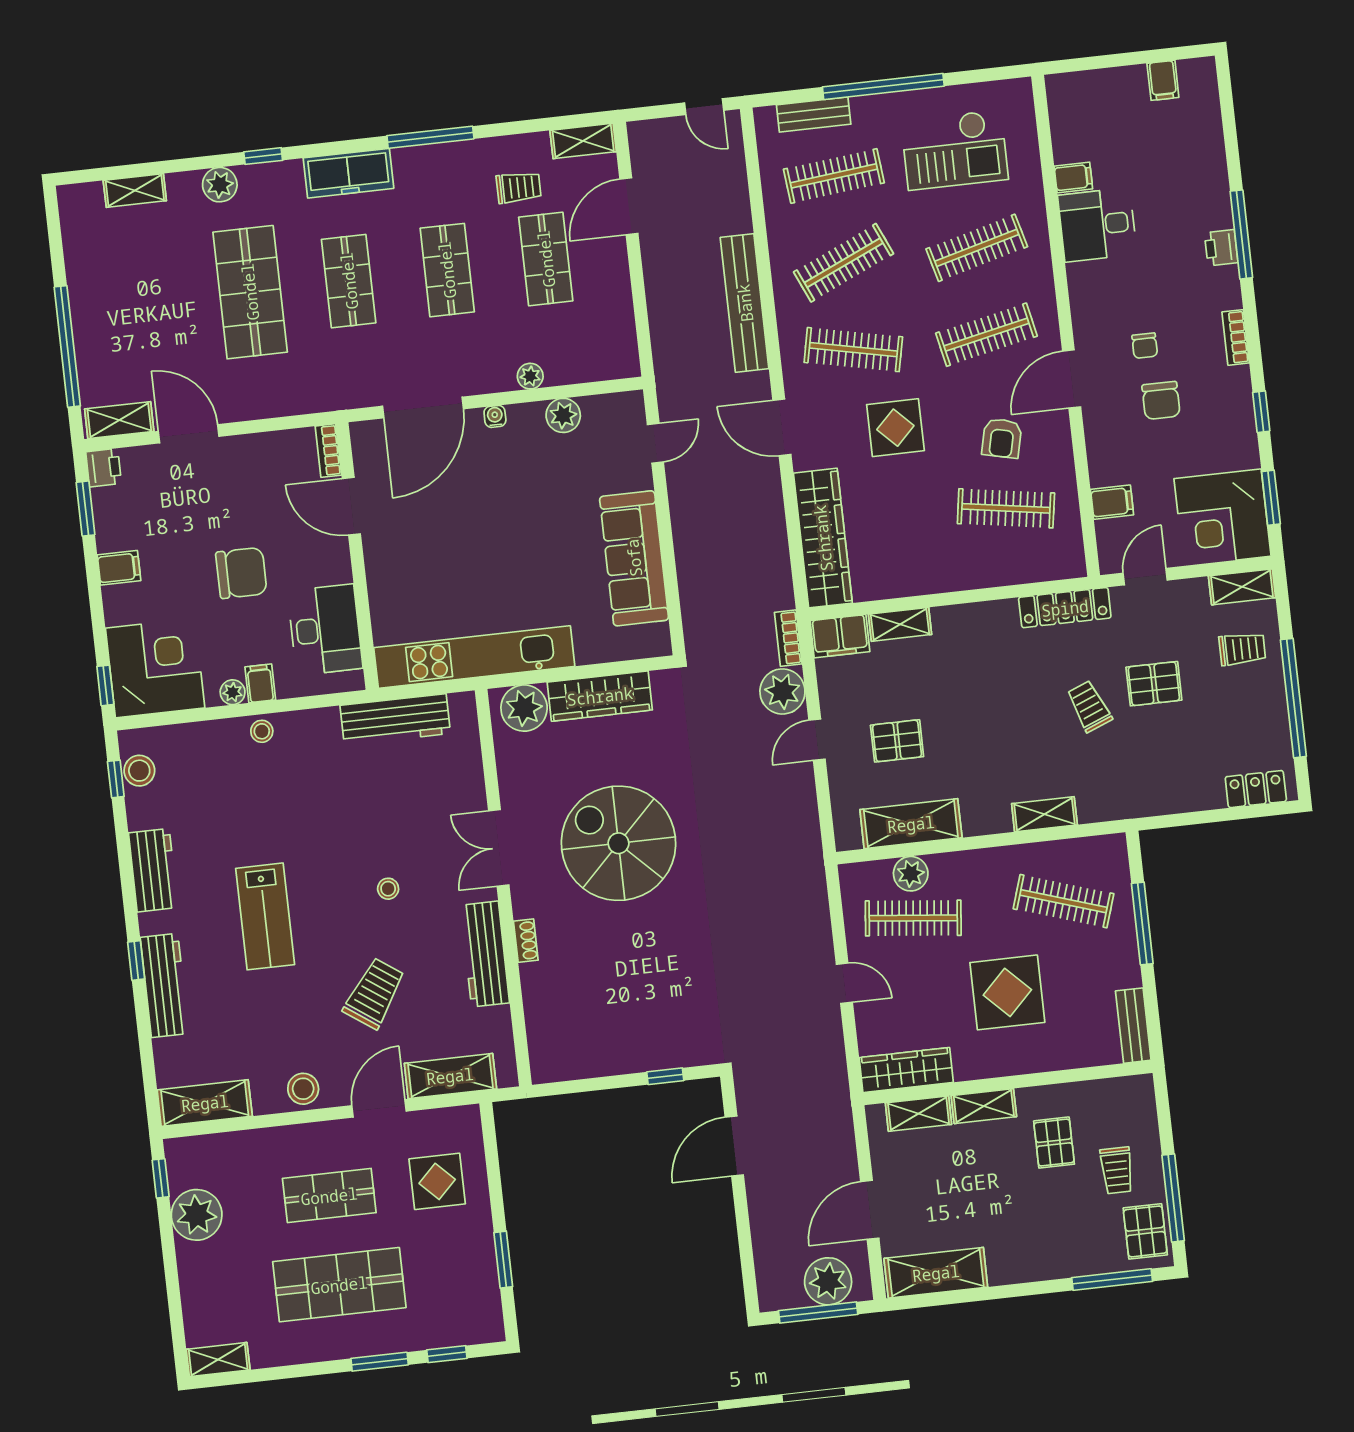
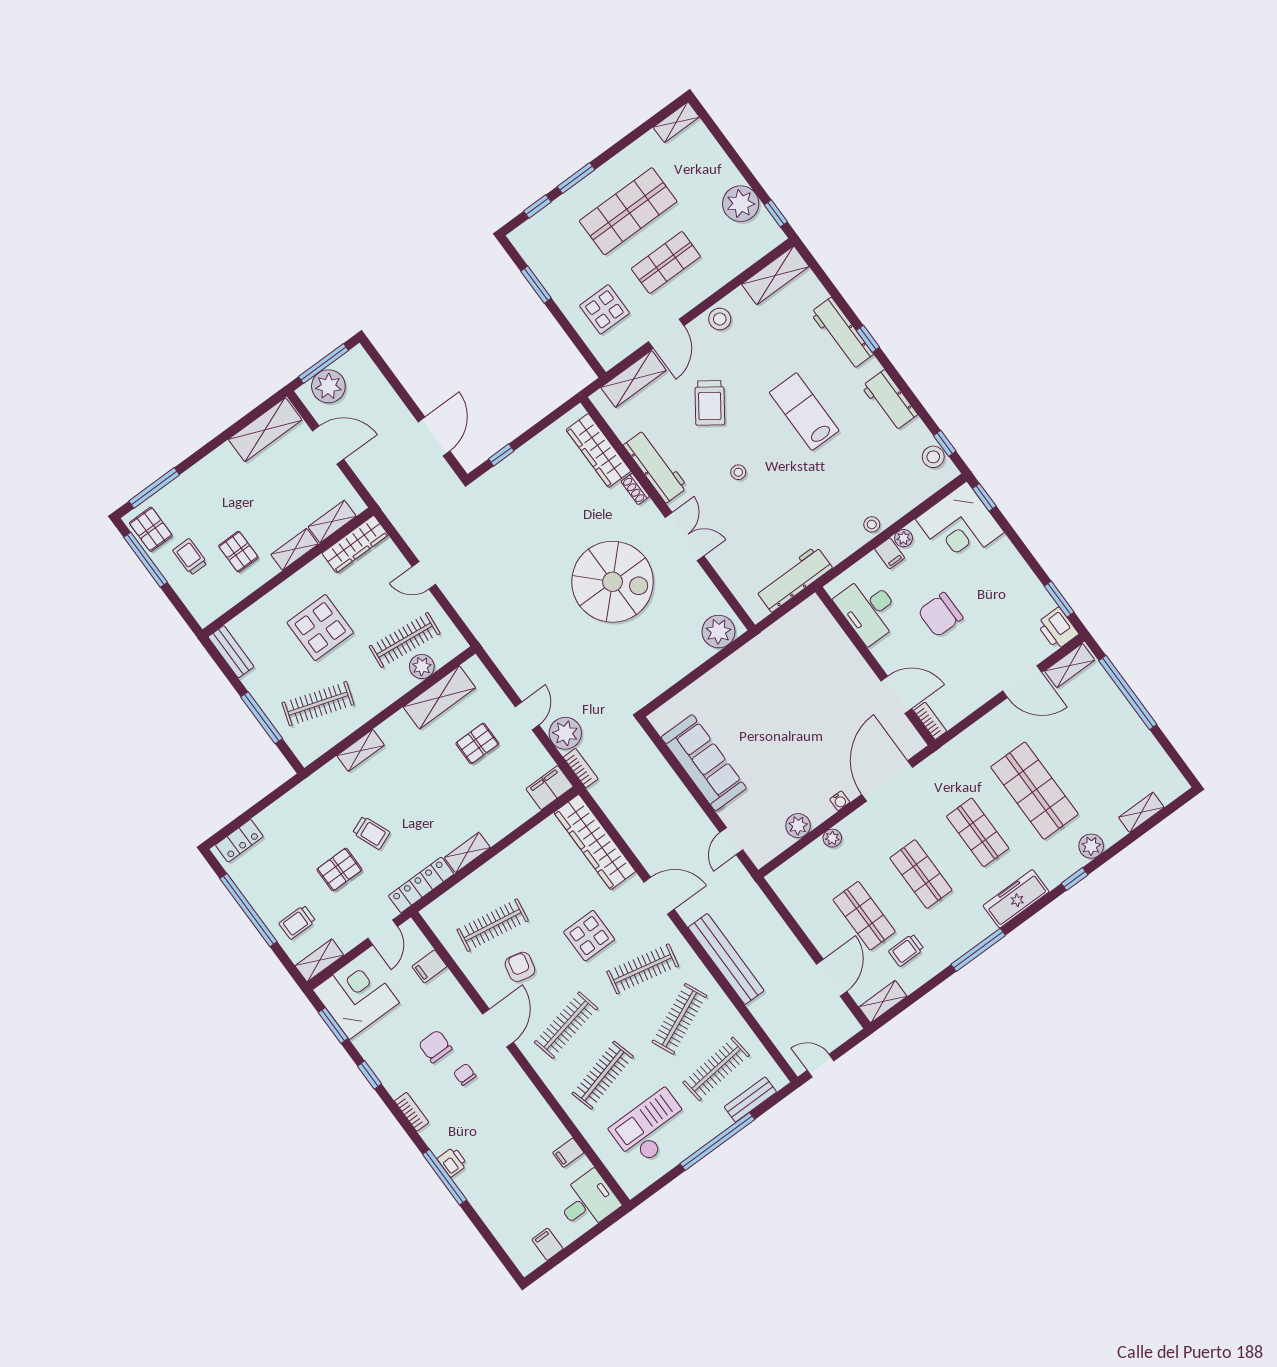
desk: (1097, 225) -> (588, 1201), moved
printer: (104, 468) -> (1058, 629), width x1.36, depth x1.24
filing cabinet: (119, 568) -> (1018, 575), removed
shelving: (900, 624) -> (467, 853), moved
kitchen unit: (474, 657) -> (767, 645), removed
wardrobe: (600, 696) -> (598, 451), moved, turned -90
door: (870, 1210) -> (328, 445), hinge flipped

